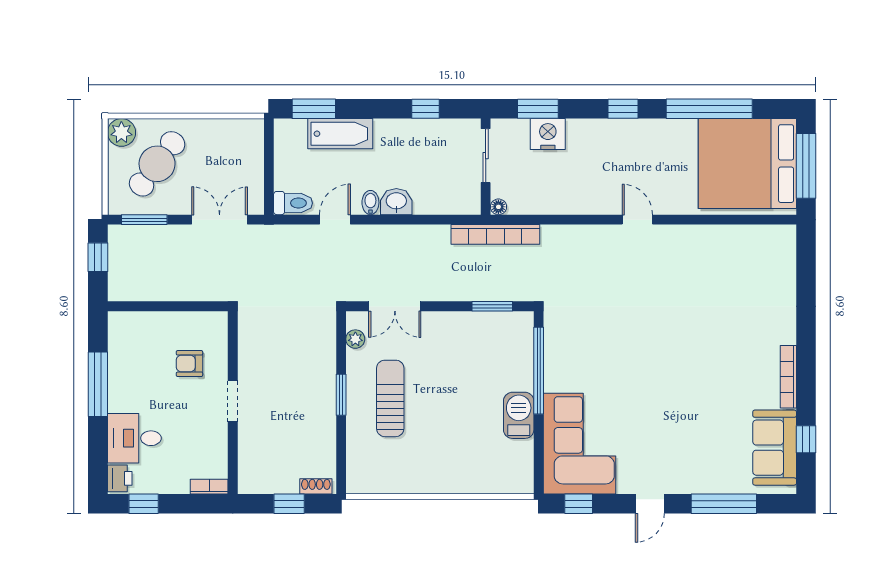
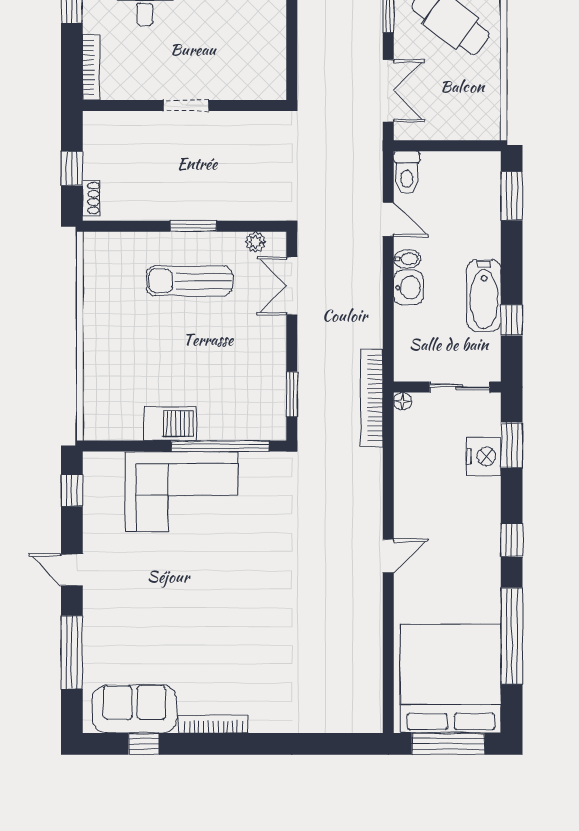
bathtub: (340, 134) -> (484, 296), moved
armchair: (189, 364) -> (228, 57), removed
sun lounger: (390, 398) -> (189, 281), turned 180
corner sofa: (580, 444) -> (181, 492), moved
bookcase: (209, 487) -> (91, 67), width x1.56

